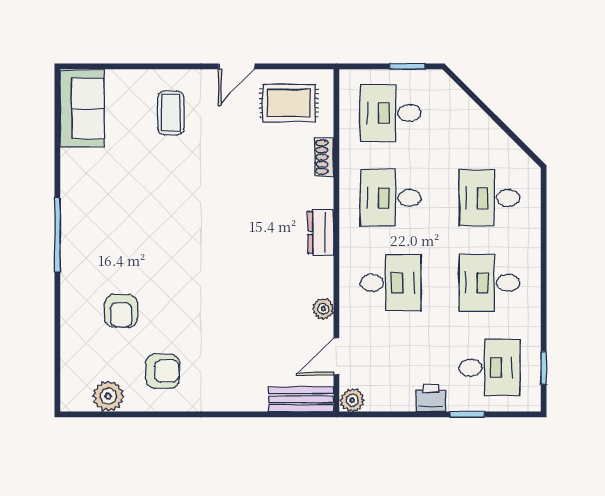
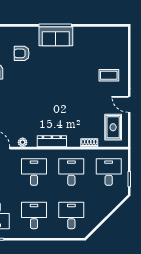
sofa: (82, 109) -> (56, 36), moved
dresser: (321, 232) -> (52, 141), width x1.44
desk: (391, 283) -> (34, 172), turned 180

